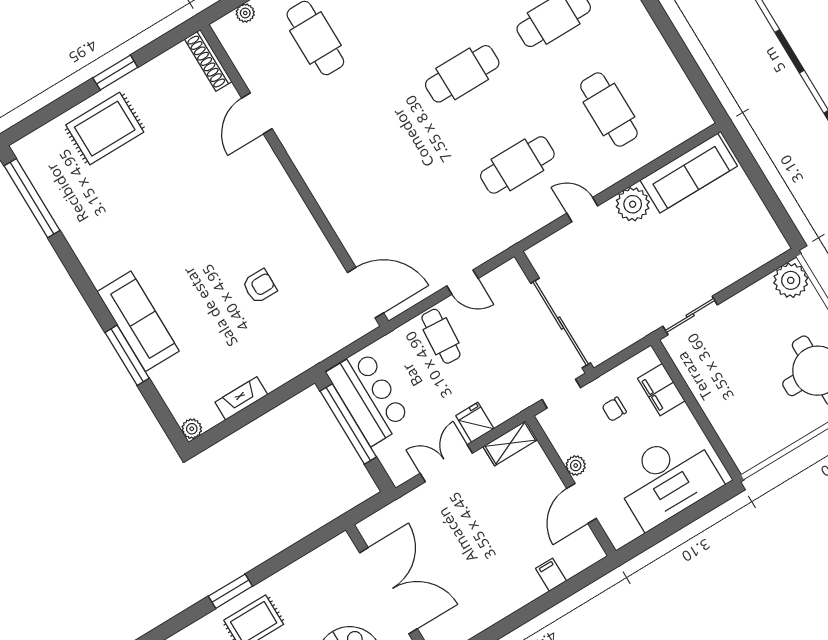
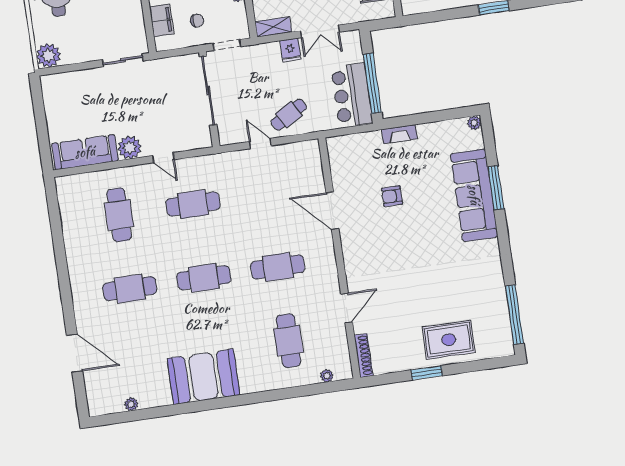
cafe table: (371, 129) -> (278, 267), added
door: (365, 293) -> (332, 211), moved
sofa: (138, 321) -> (474, 195), width x1.36, depth x1.27
cafe table: (441, 336) -> (289, 115), turned 56
fireplace: (241, 398) -> (399, 134), moved

